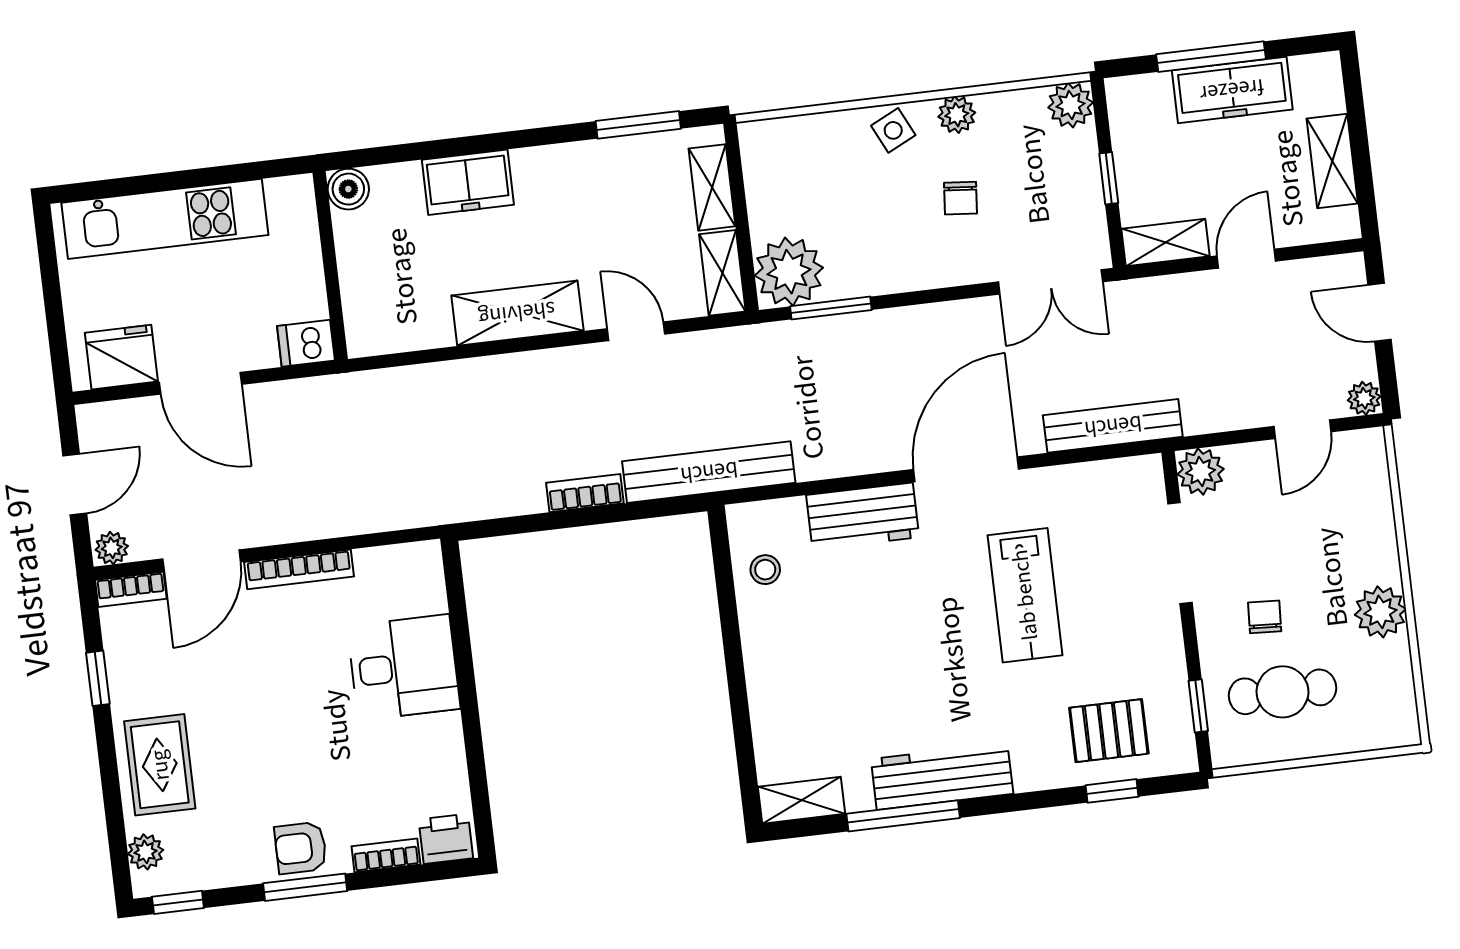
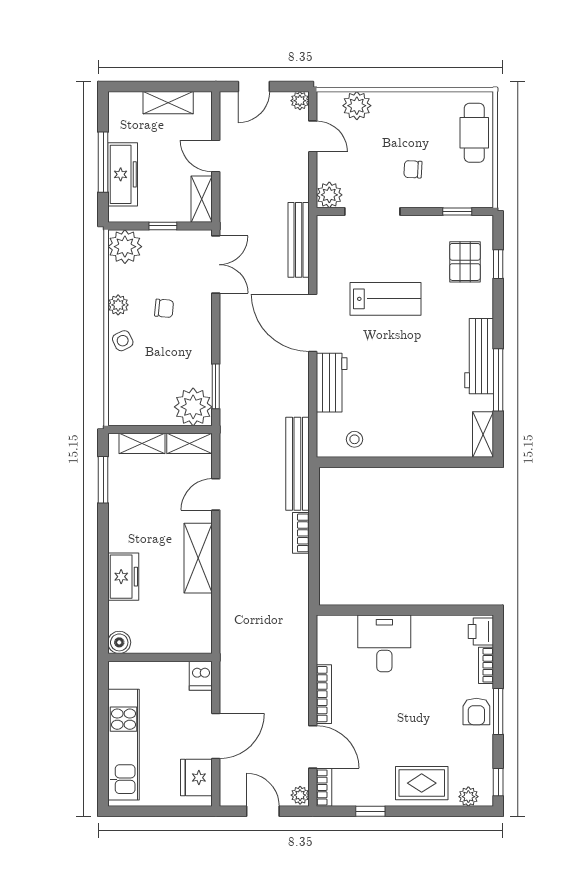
freezer: (1232, 90) -> (123, 174), moved
plant: (1071, 105) -> (125, 247), width x1.36, depth x1.36
plant: (1380, 612) -> (357, 106), moved
cafe table: (1282, 692) -> (474, 133), moved

